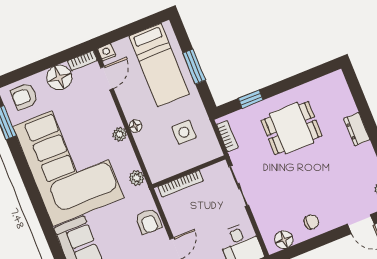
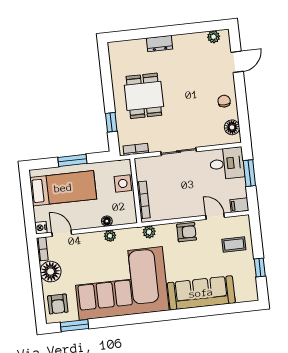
wall: (189, 172) -> (136, 191), moved
bookcase: (181, 184) -> (143, 200), moved

